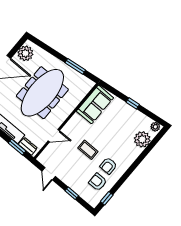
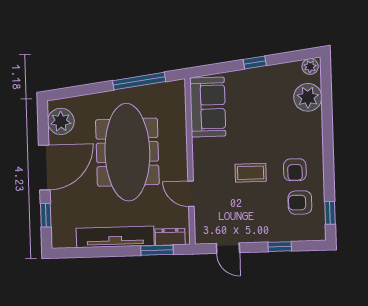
window: (75, 66) -> (139, 81), width x1.44
door: (54, 136) -> (191, 194), swing flipped

